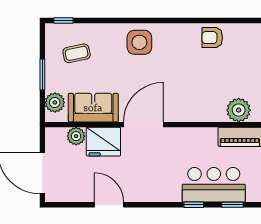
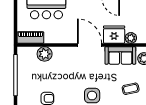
plant: (239, 110) -> (45, 54), moved
door: (143, 125) -> (90, 45), swing flipped

